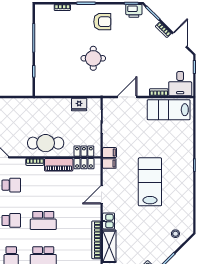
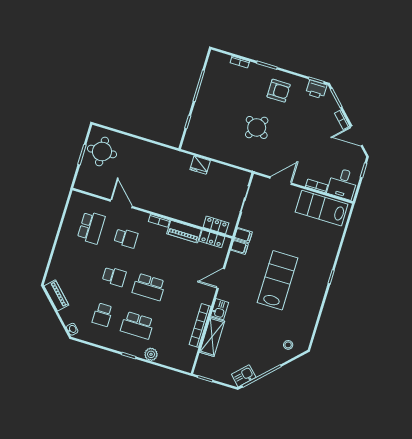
door: (180, 40) -> (356, 136), swing flipped
round table: (93, 58) -> (257, 127), turned 31
fridge: (79, 104) -> (200, 165), moved
cafe table: (46, 143) -> (177, 204), removed

